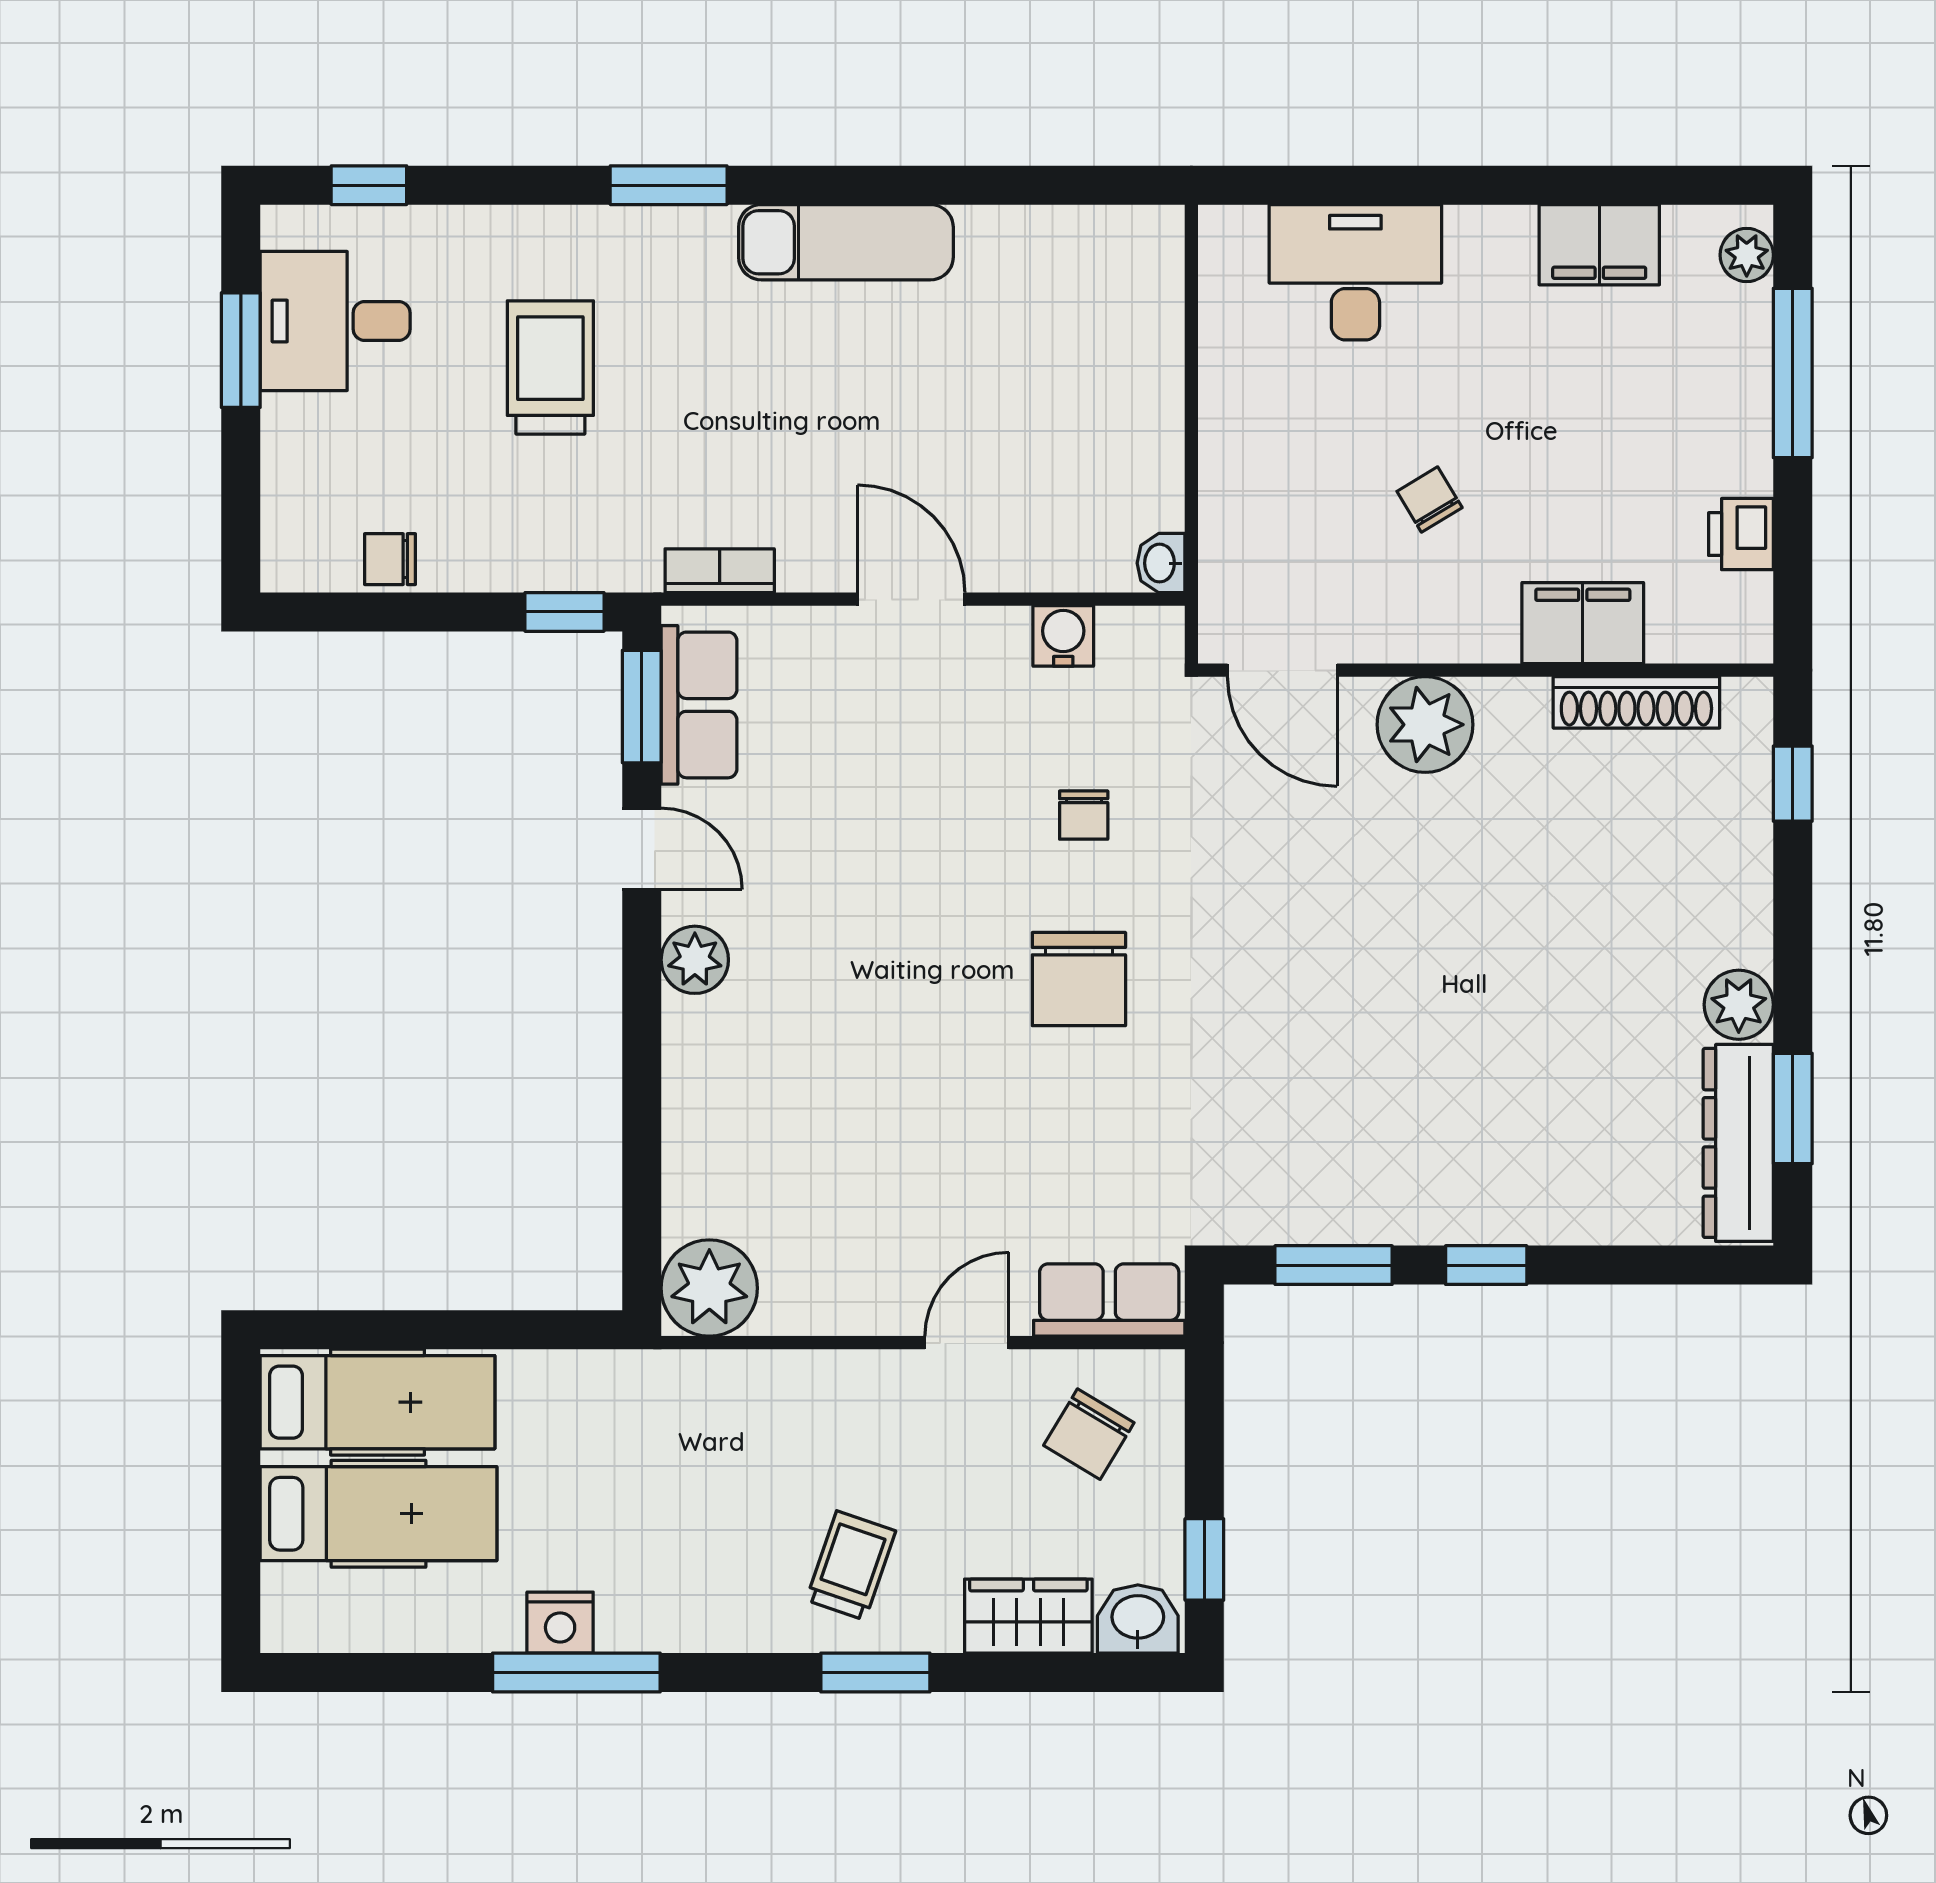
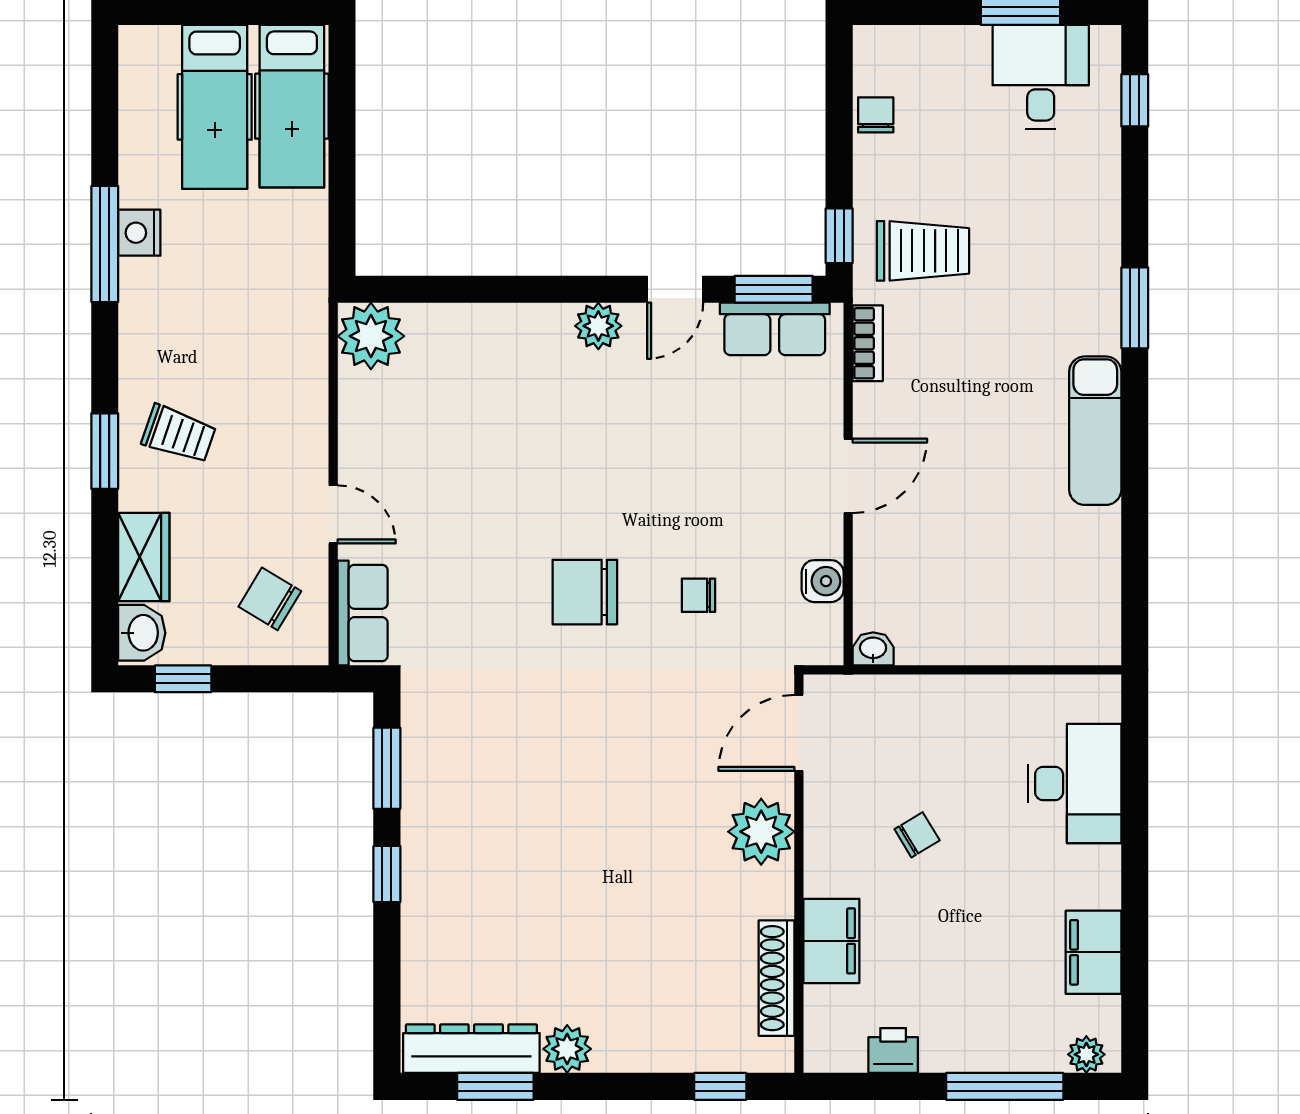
trolley: (550, 367) -> (923, 251), moved

